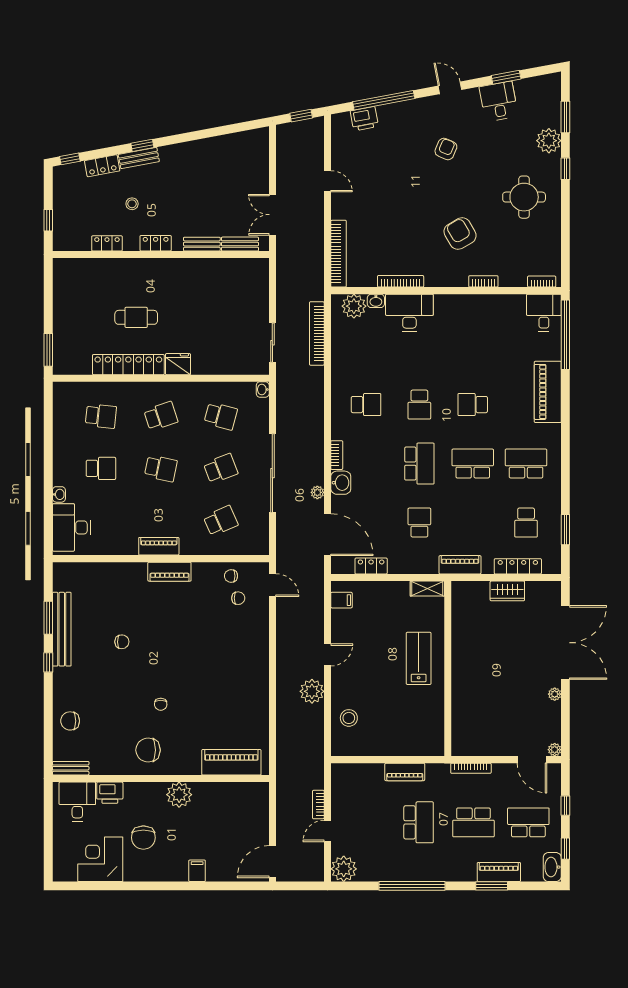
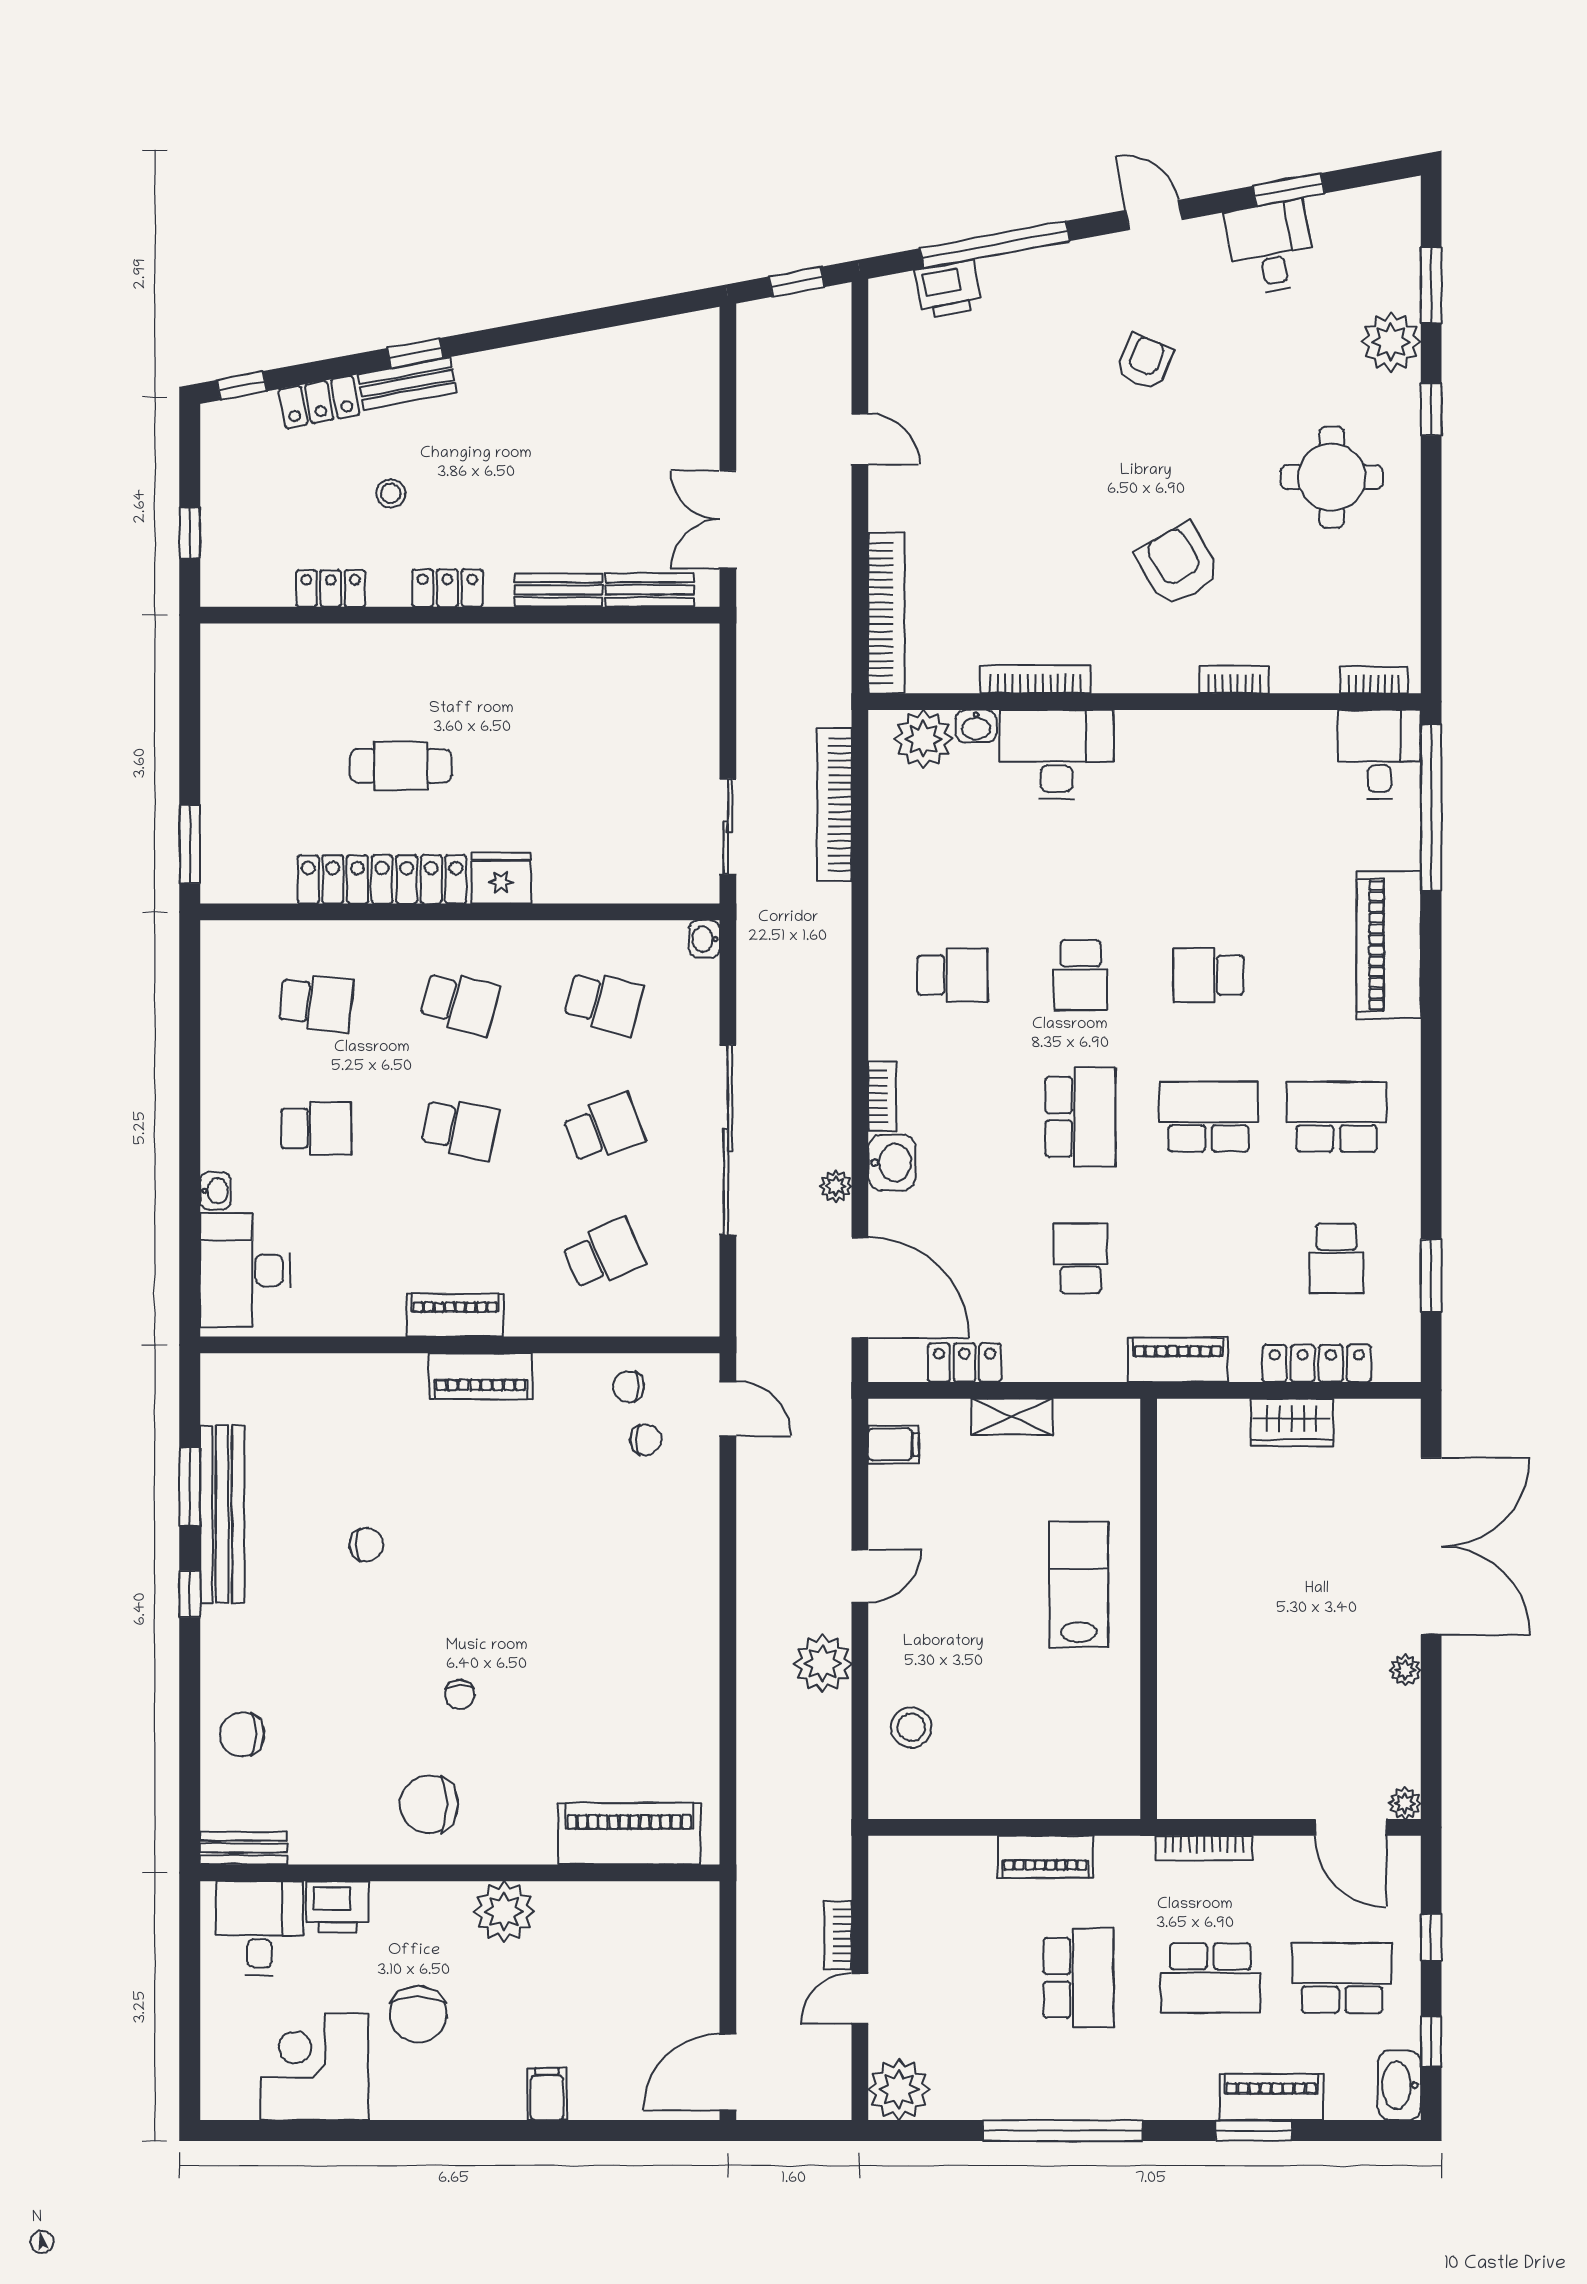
school desk: (161, 416) -> (460, 1003), turned 33
shelving: (427, 589) -> (1012, 1417), moved

